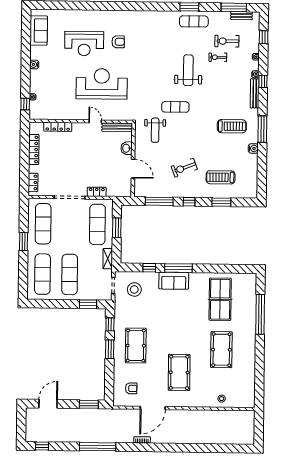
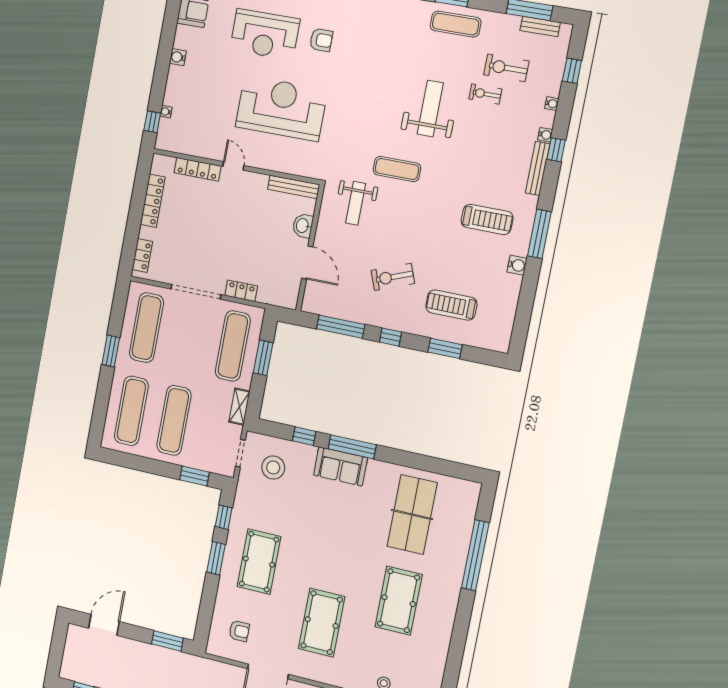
door: (95, 121) -> (233, 166), moved

